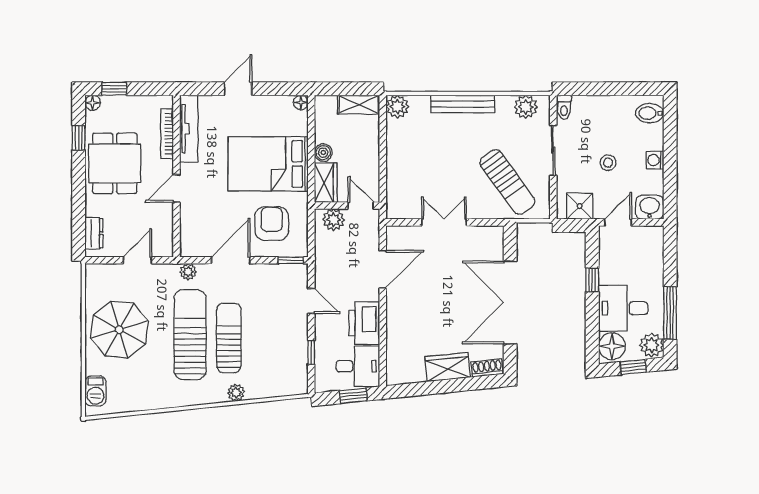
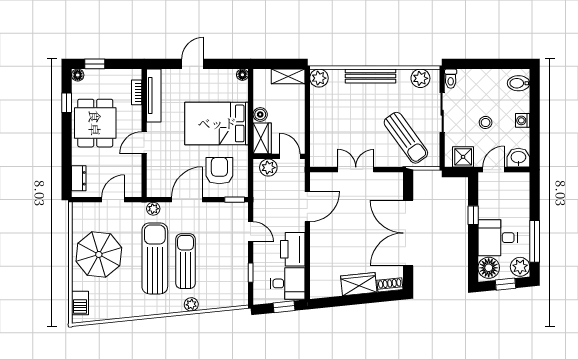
bookcase: (167, 134) -> (137, 92), width x0.64

